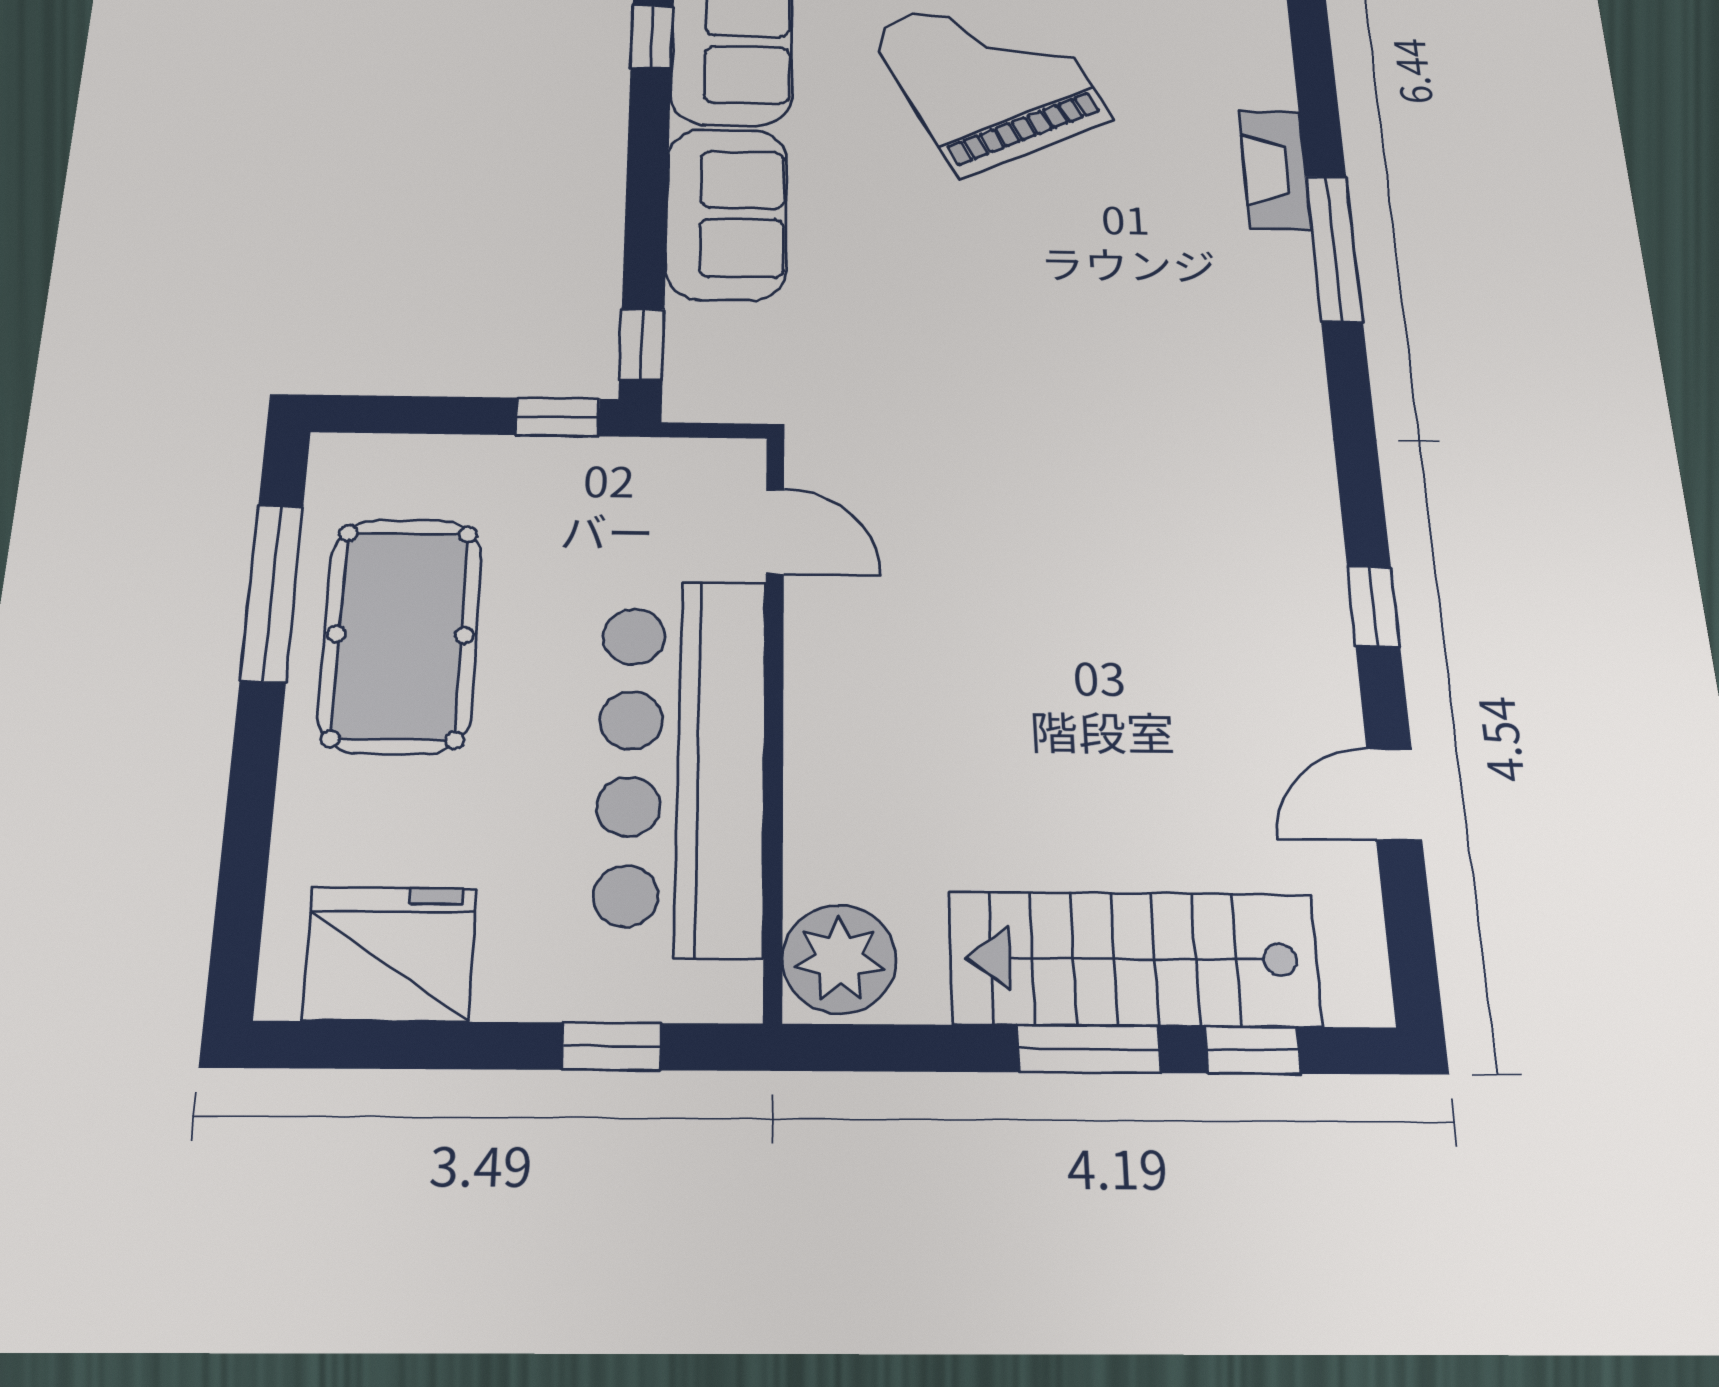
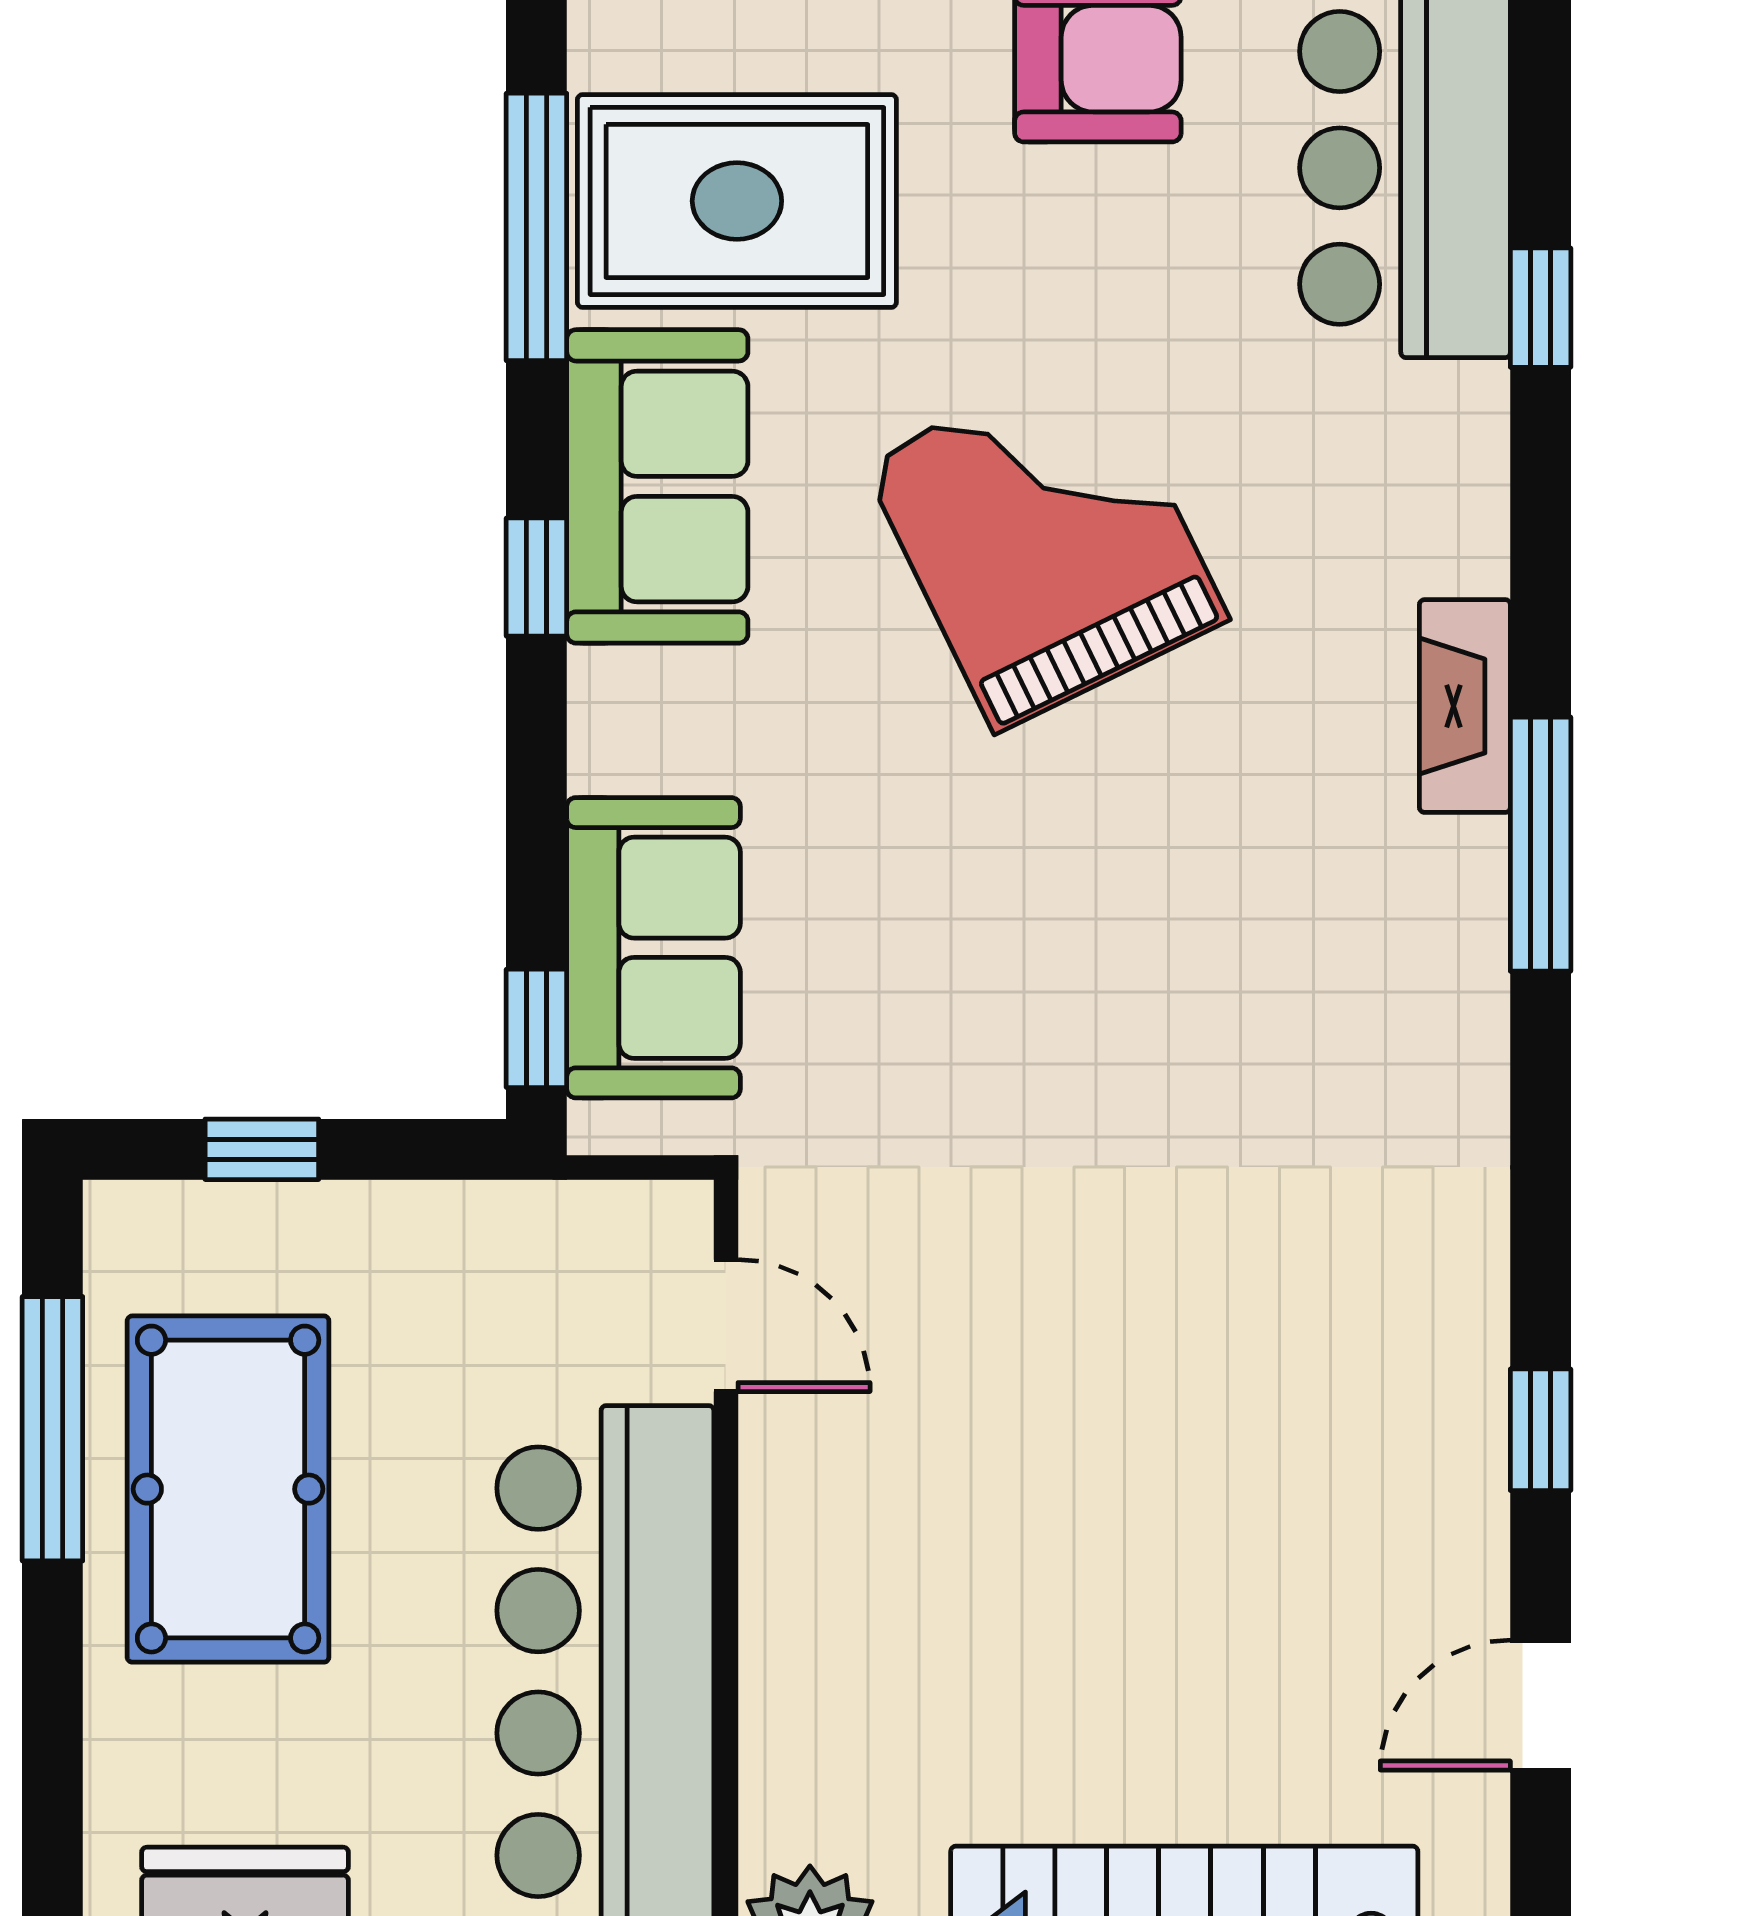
window: (652, 37) -> (536, 577), moved
sofa: (727, 213) -> (654, 948), moved
window: (558, 417) -> (262, 1149), moved

